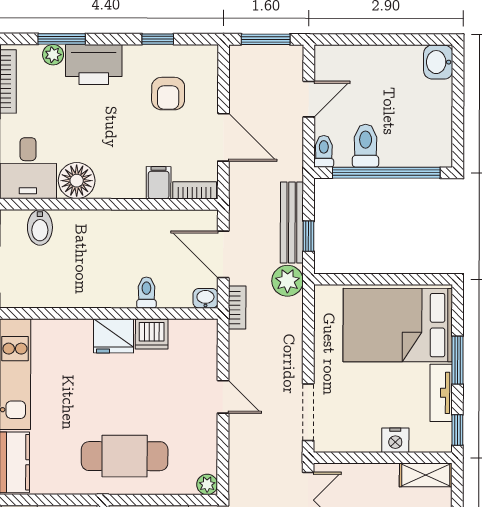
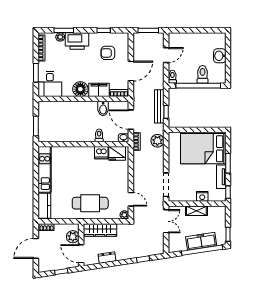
washbasin: (438, 62) -> (220, 56), moved
armchair: (168, 94) -> (108, 53), turned 90
door: (223, 137) -> (131, 71), hinge flipped
toilet: (366, 146) -> (203, 74), moved
floor lamp: (77, 181) -> (80, 89), moved
filing cabinet: (159, 183) -> (99, 90), width x2.00
bidet: (40, 227) -> (103, 108), moved
plant: (288, 281) -> (157, 141), moved
fridge: (113, 336) -> (117, 153), moved
door: (223, 397) -> (131, 199), moved
shelving: (426, 475) -> (196, 211), moved

